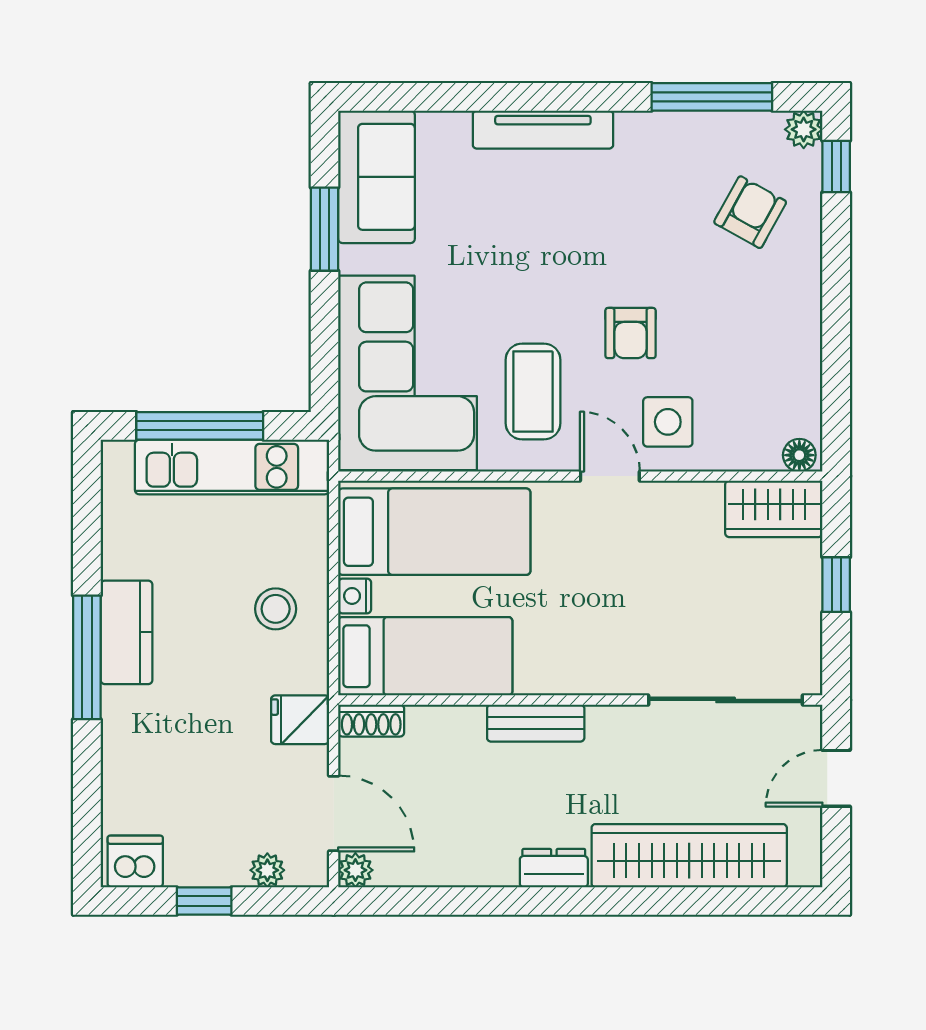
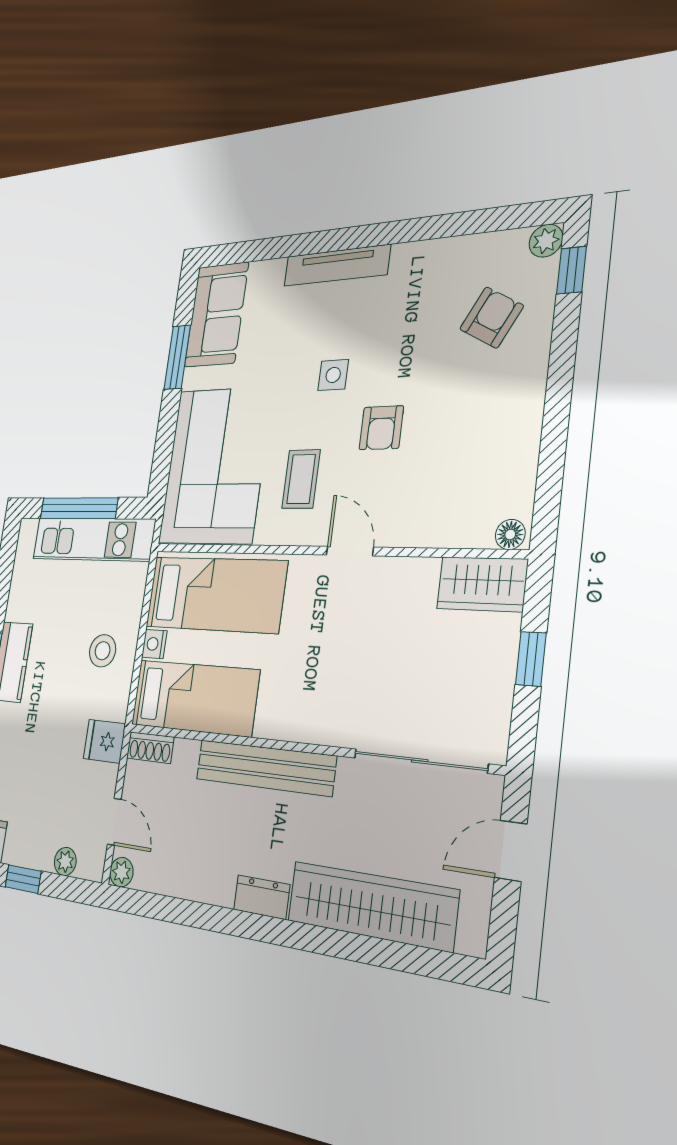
window: (712, 97) -> (471, 223), removed
coffee table: (533, 391) -> (301, 479), width x0.73, depth x0.77
side table: (668, 422) -> (333, 375), moved, width x0.73, depth x0.73
bench: (536, 723) -> (265, 768), width x1.86, depth x1.21
door: (334, 814) -> (114, 822), width x0.73

